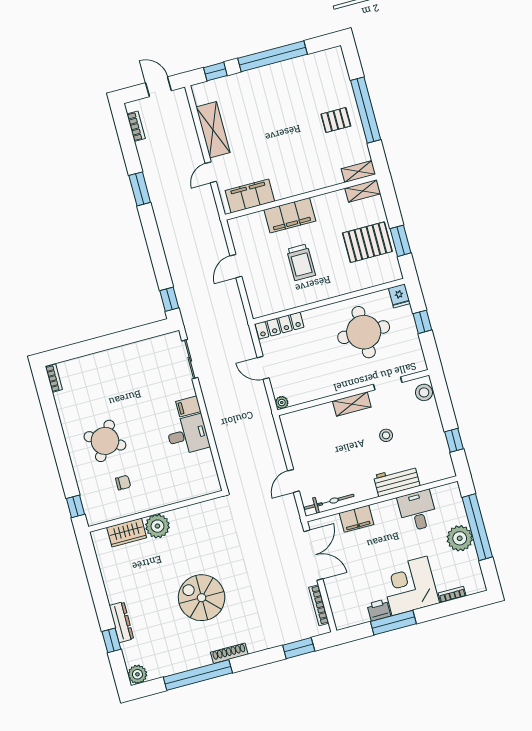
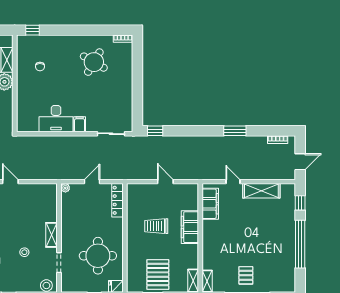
desk: (188, 435) -> (56, 119), width x1.37
round table: (105, 441) -> (94, 62), moved

